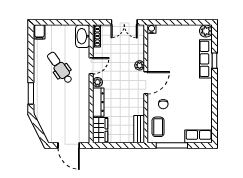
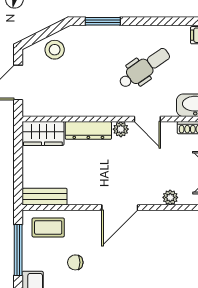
plant: (140, 65) -> (170, 197), moved
door: (146, 83) -> (120, 208), hinge flipped
chair: (163, 104) -> (75, 262), moved
stool: (48, 123) -> (55, 50), added

